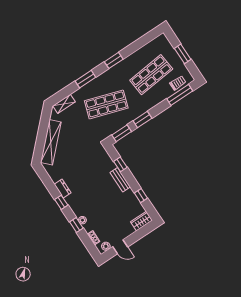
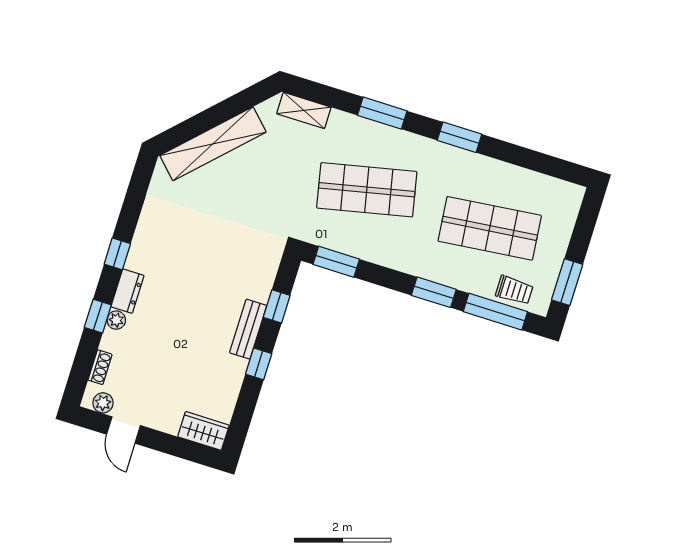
window: (183, 54) -> (567, 282), moved
shop shelf: (106, 104) -> (367, 190), turned -30
window: (142, 119) -> (434, 292), moved
dresser: (63, 189) -> (128, 291), moved
window: (141, 196) -> (259, 364), moved

